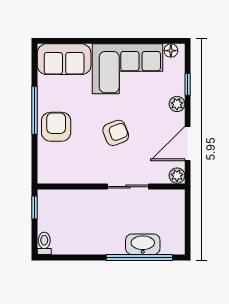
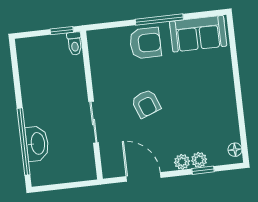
sofa: (64, 59) -> (198, 34), moved, turned -90
corner sofa: (127, 69) -> (212, 108), removed
plant: (177, 176) -> (199, 160), moved
toilet: (44, 243) -> (75, 43), moved, turned 90

